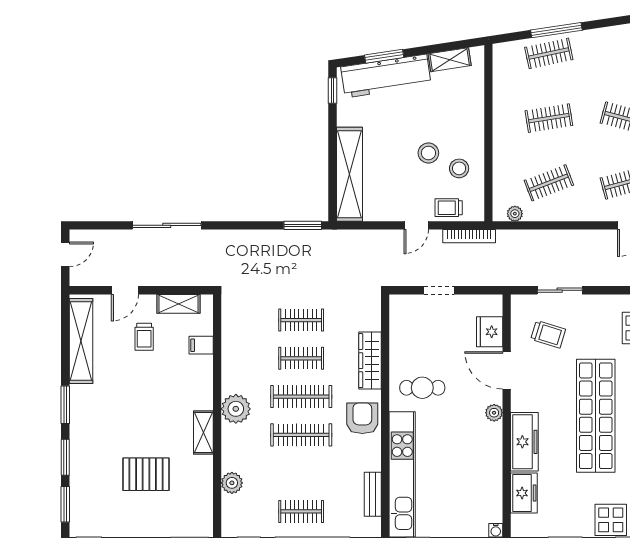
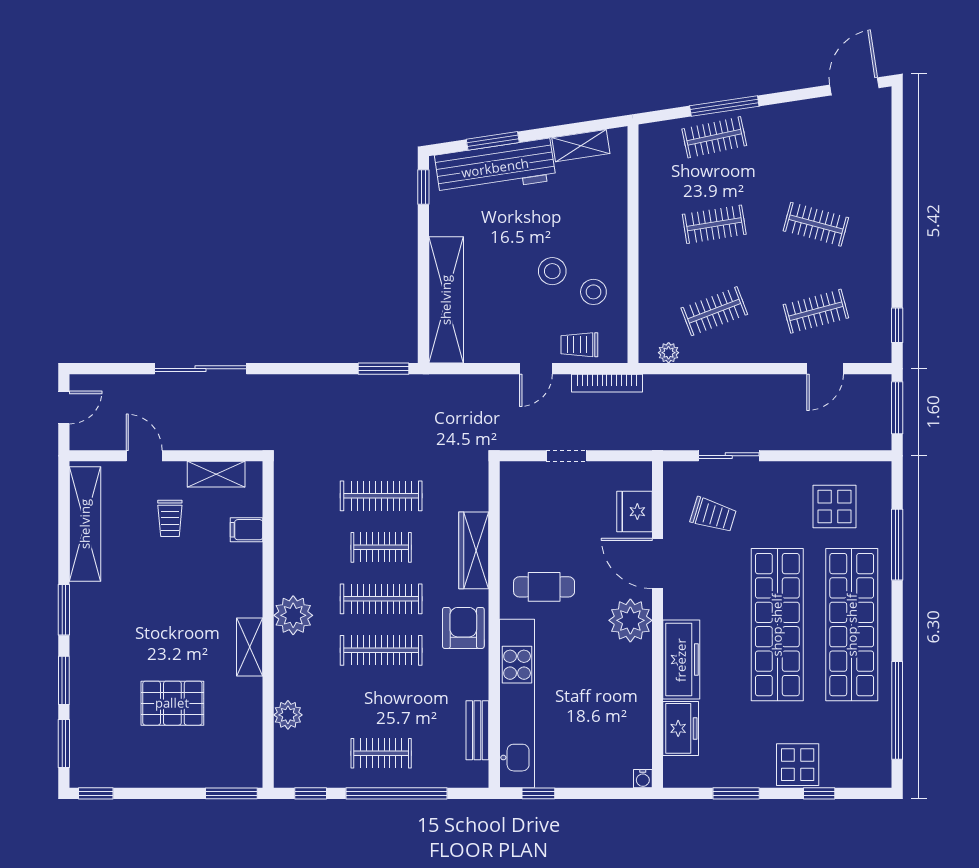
door: (125, 290) -> (144, 456), swing flipped
clothes rail: (301, 320) -> (381, 496), width x1.36
plant: (494, 413) -> (630, 620), width x1.88, depth x1.88

